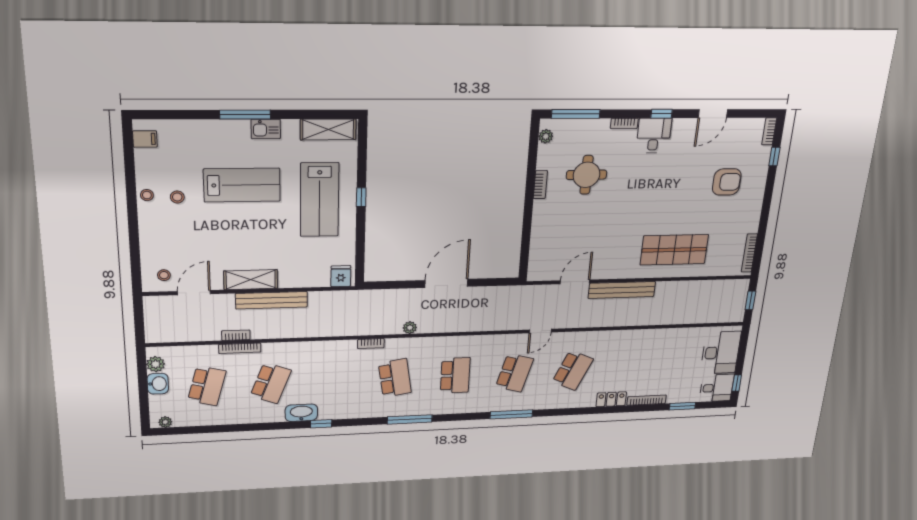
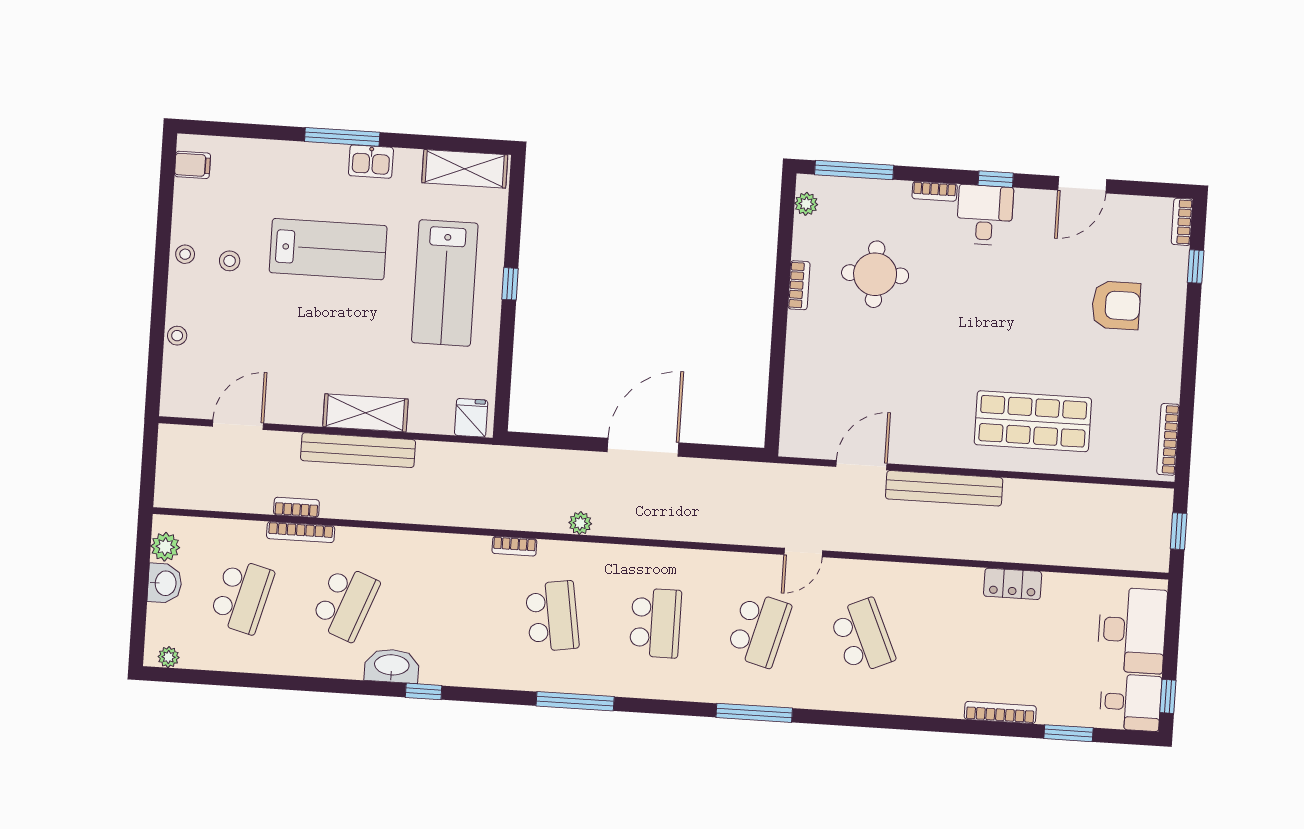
stool: (164, 275) -> (177, 336), moved
shelving: (251, 280) -> (365, 413), moved
school desk: (573, 370) -> (862, 636), turned -48
locker: (611, 399) -> (1013, 584), moved, turned 180

